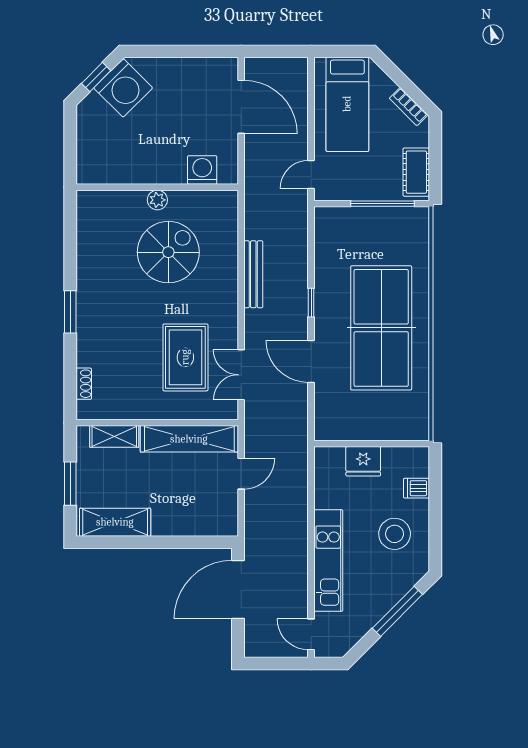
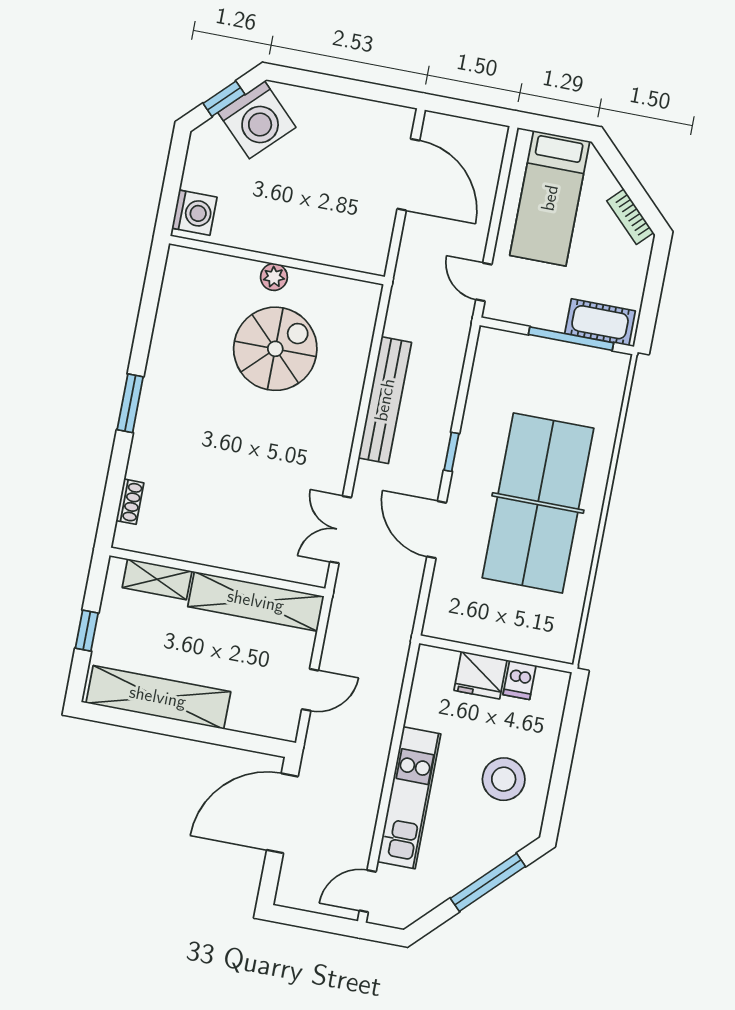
washing machine: (202, 170) -> (194, 213), moved, turned 90
cot: (416, 172) -> (600, 322), moved, turned 90
door: (311, 174) -> (484, 282), hinge flipped
bench: (253, 274) -> (385, 400), width x1.37, depth x1.21
rug: (185, 357) -> (271, 493), removed
door: (241, 474) -> (310, 690), moved
window: (70, 484) -> (87, 631), width x0.67
dishwasher: (417, 488) -> (520, 680), moved, turned -90
shelving: (115, 522) -> (158, 697), width x1.47
door: (311, 634) -> (368, 891), hinge flipped

